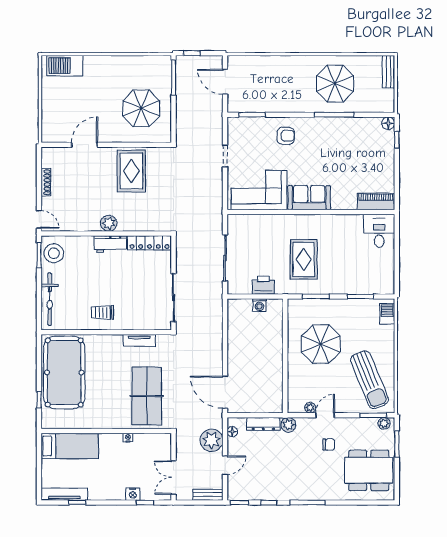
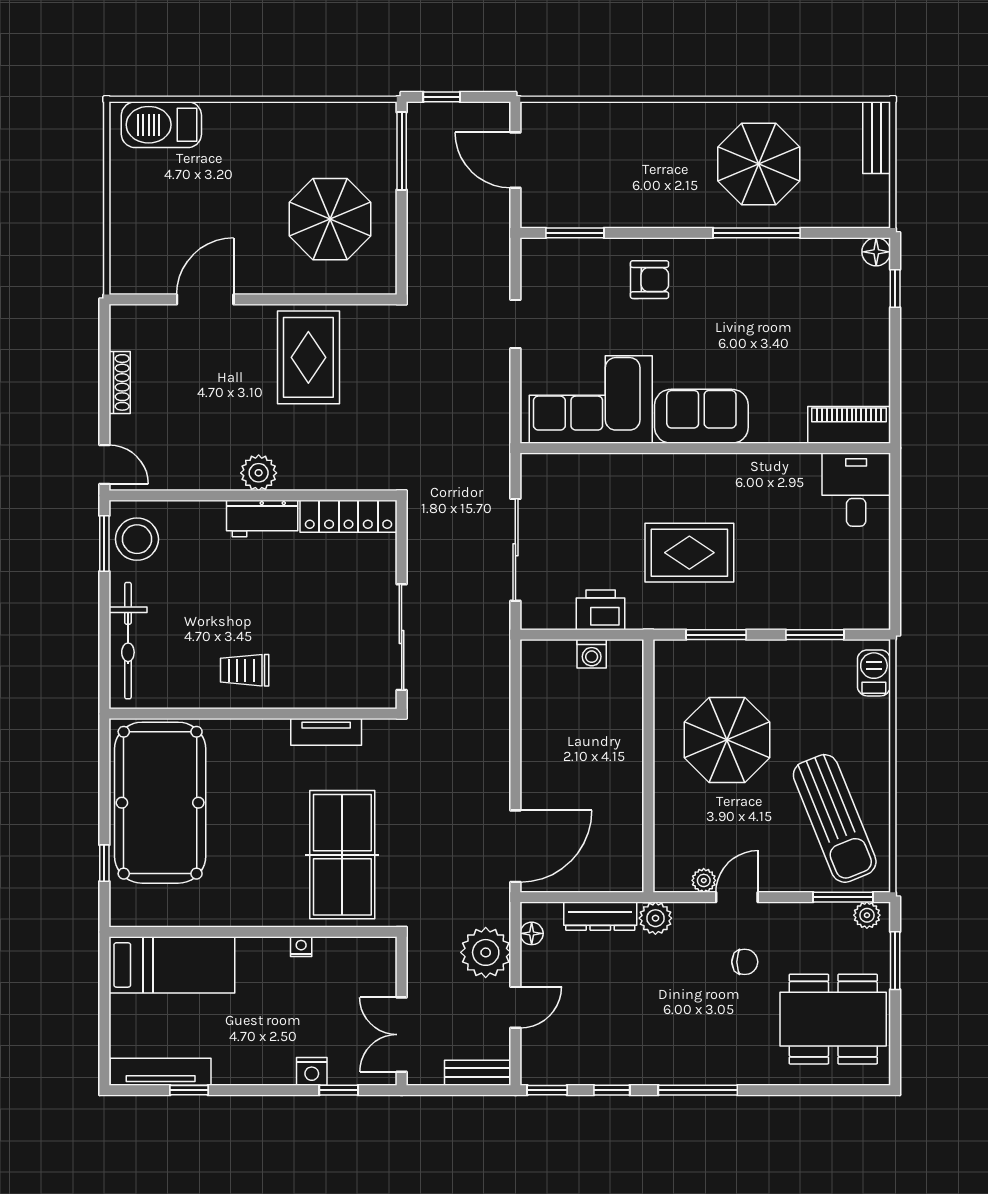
rug: (304, 259) -> (689, 553), turned 90
door: (225, 392) -> (515, 846), swing flipped

